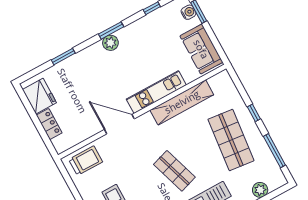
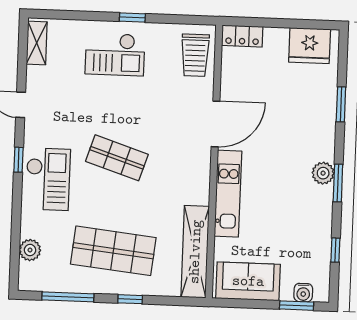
shelving: (182, 102) -> (195, 252), moved
locker: (49, 124) -> (242, 36), moved
shop shelf: (174, 171) -> (117, 158), turned 36

